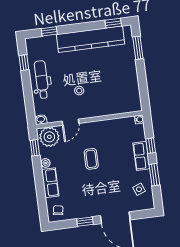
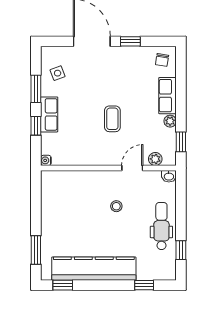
dental chair: (42, 80) -> (161, 226), turned 180
plant: (49, 137) -> (155, 159), width x0.53, depth x0.53

